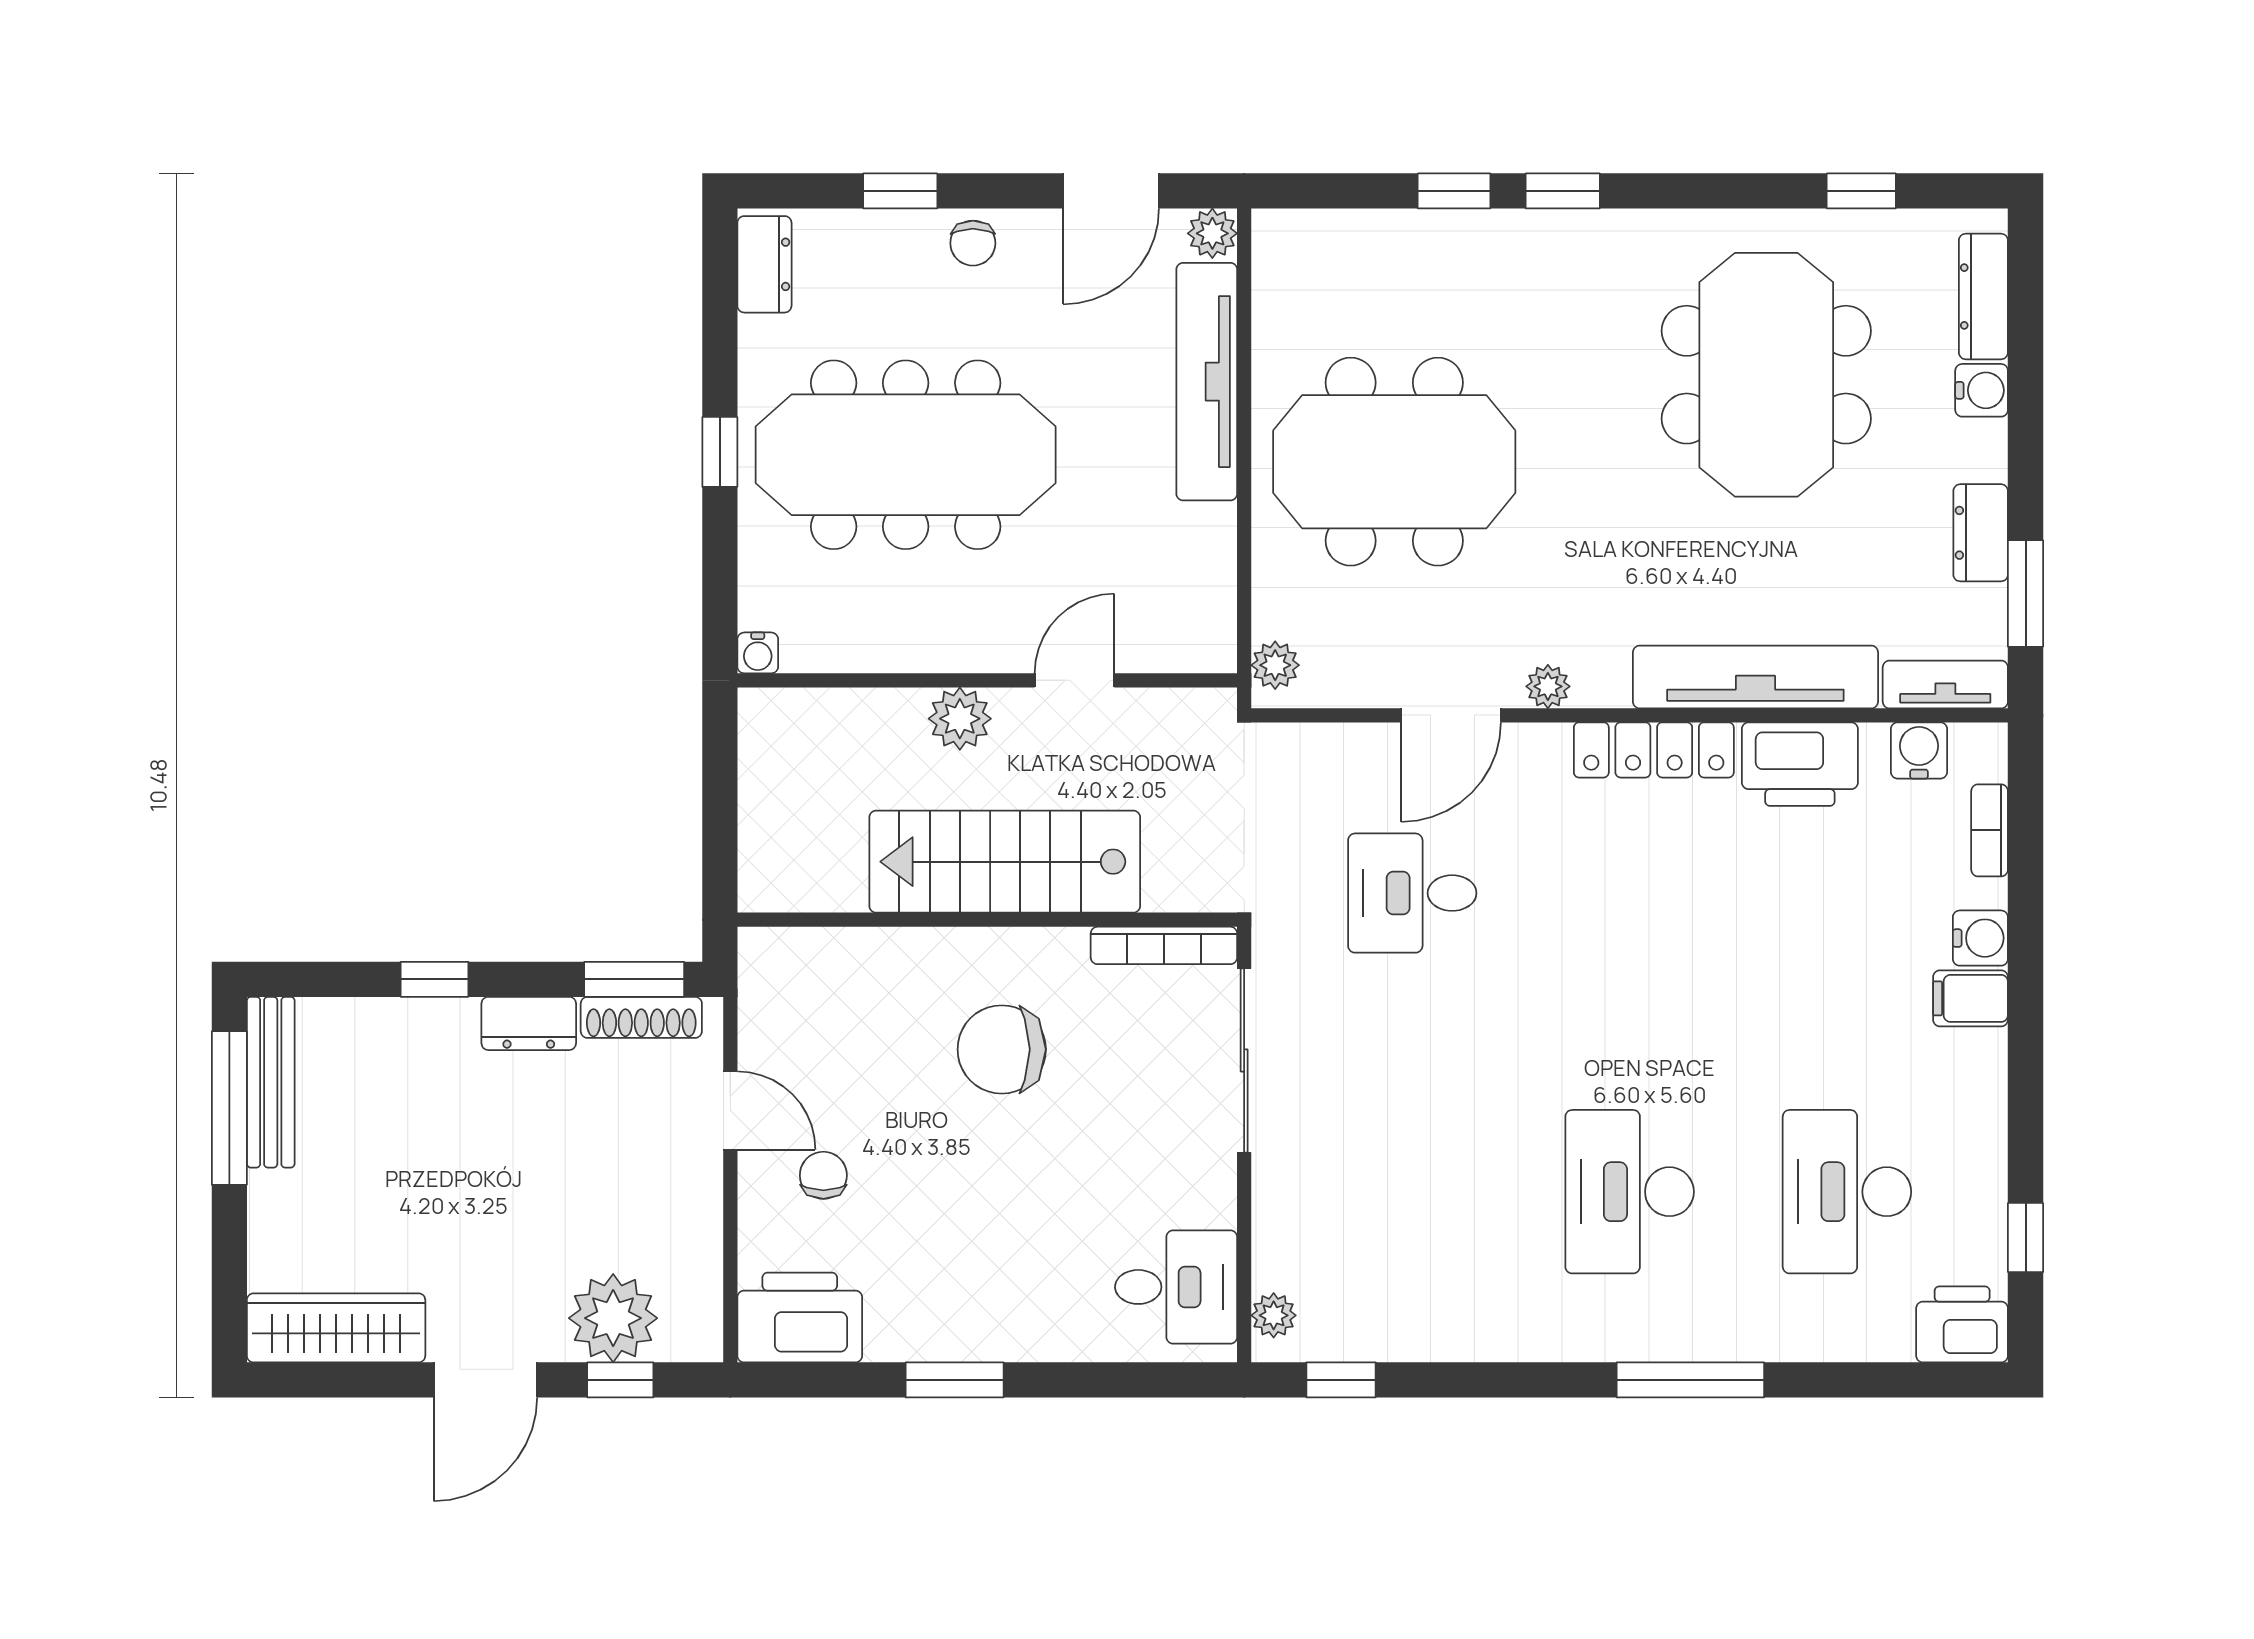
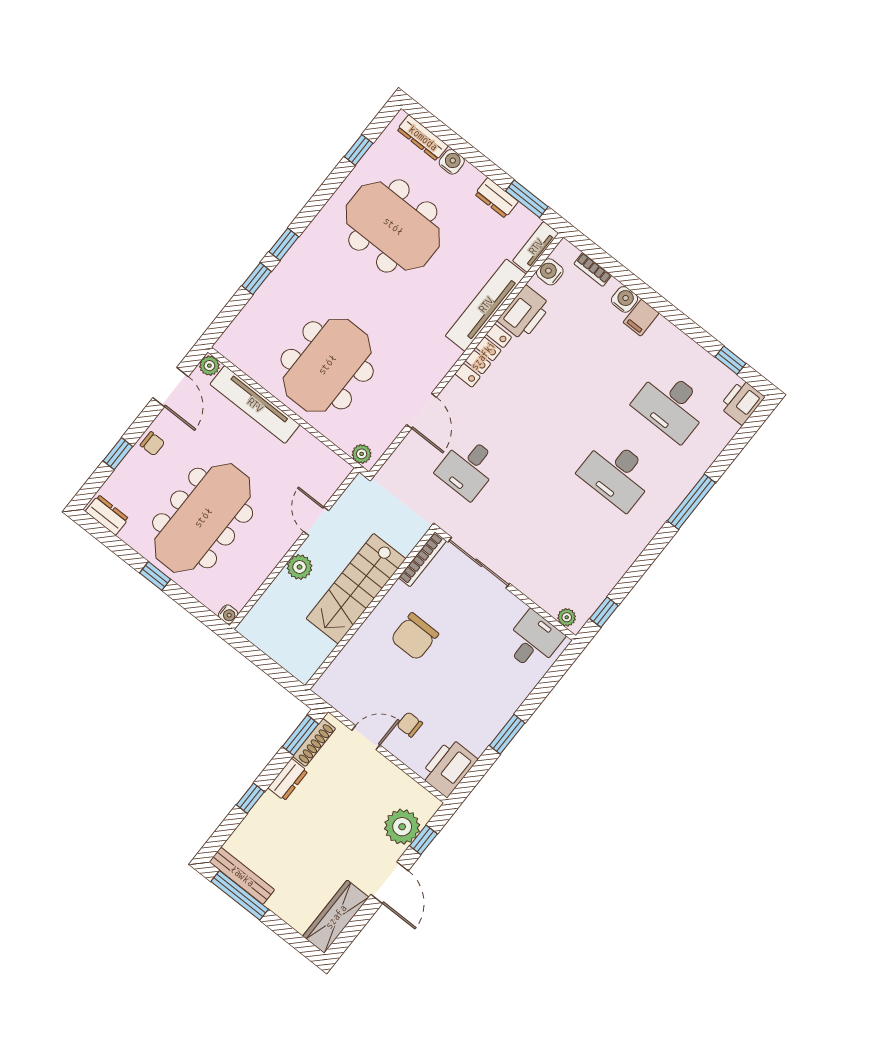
plant: (1548, 686) -> (437, 373), removed

